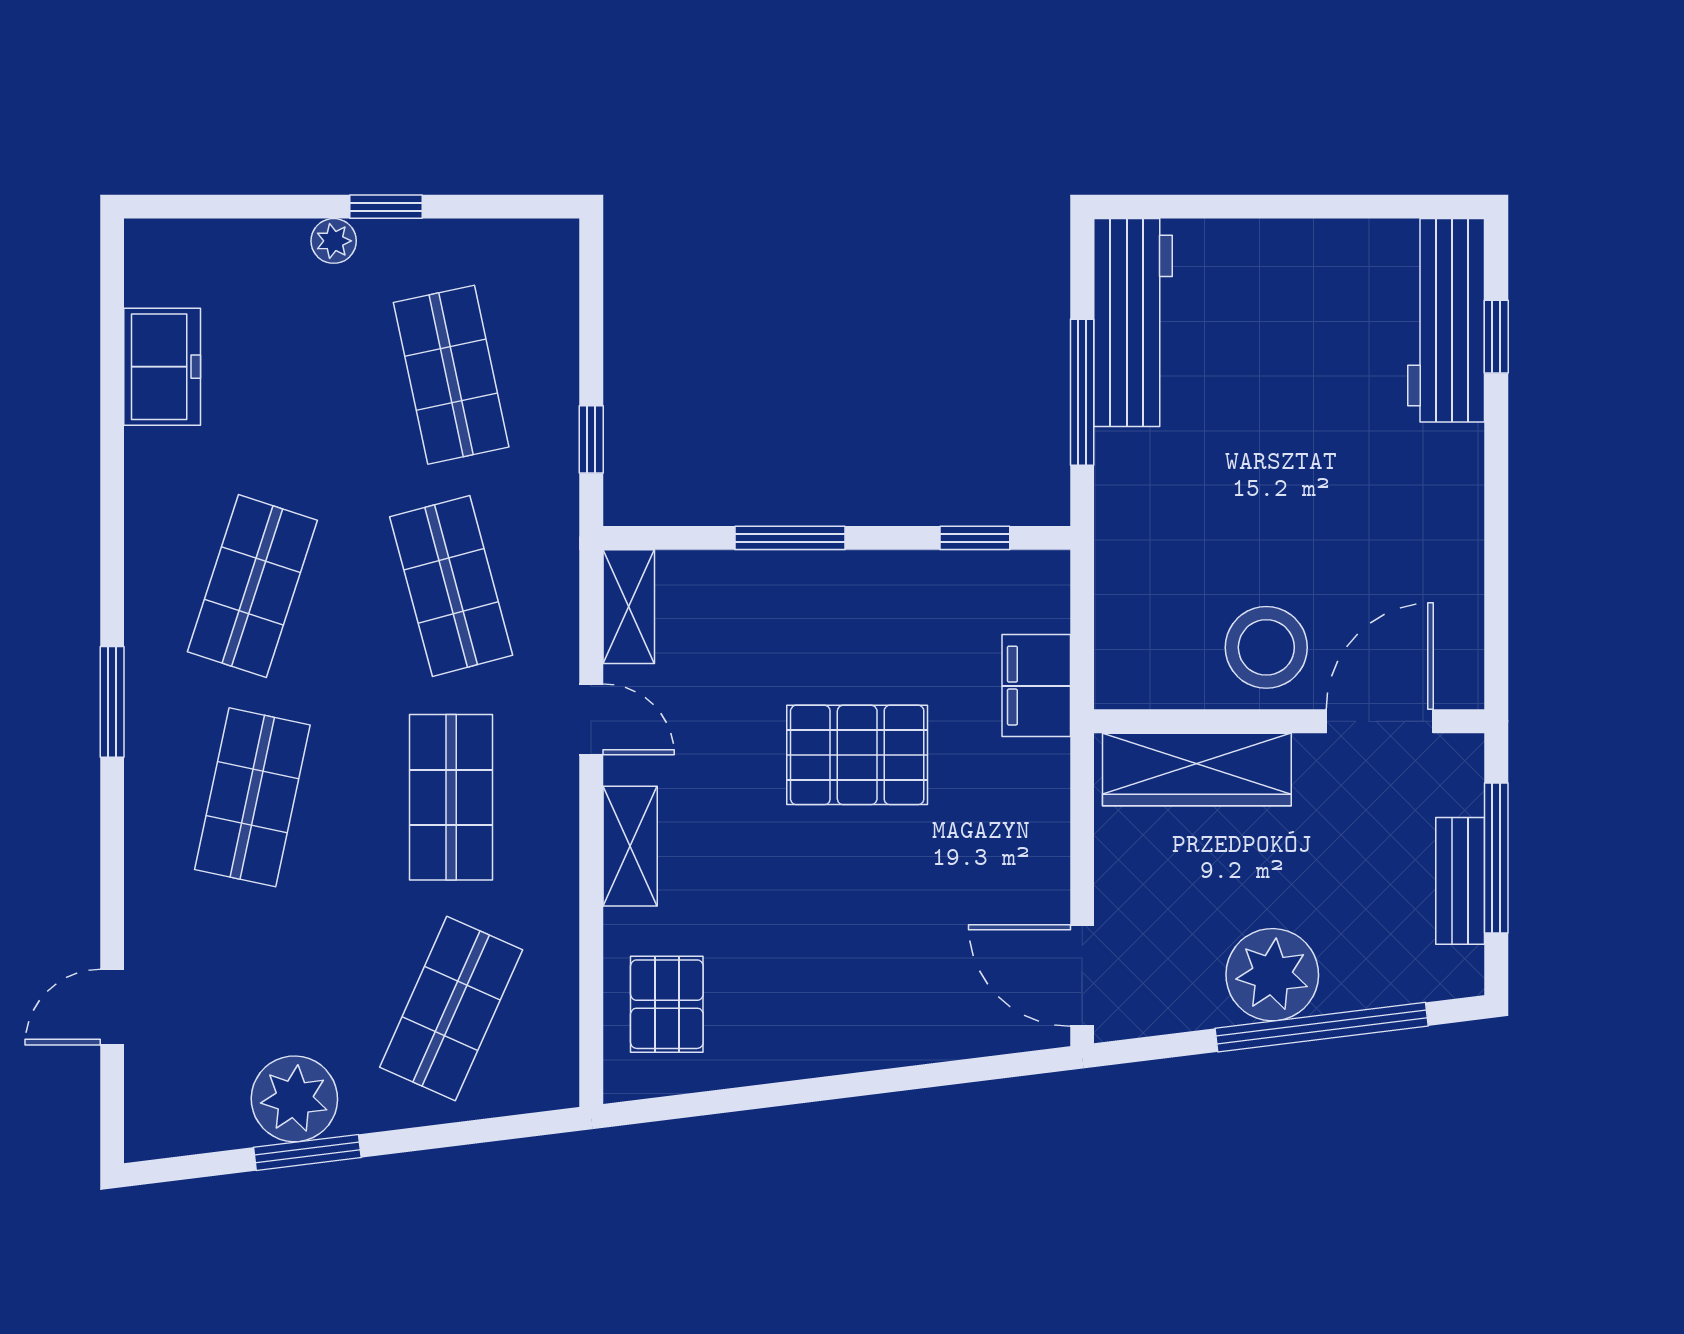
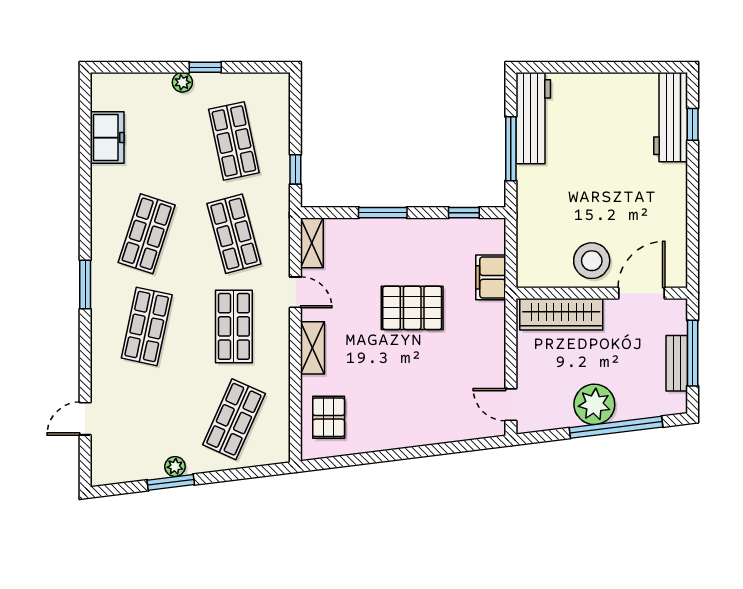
door: (1082, 975) -> (511, 405), width x0.73
plant: (294, 1099) -> (175, 466), width x0.53, depth x0.53

